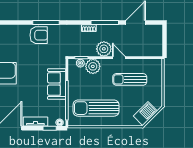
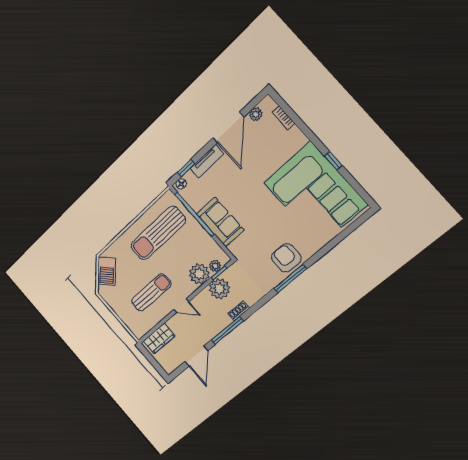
armchair: (39, 35) -> (286, 258), turned 90
plant: (104, 49) -> (220, 289), moved
wardrobe: (149, 50) -> (159, 339), added
sun lounger: (96, 108) -> (158, 233), turned 180

